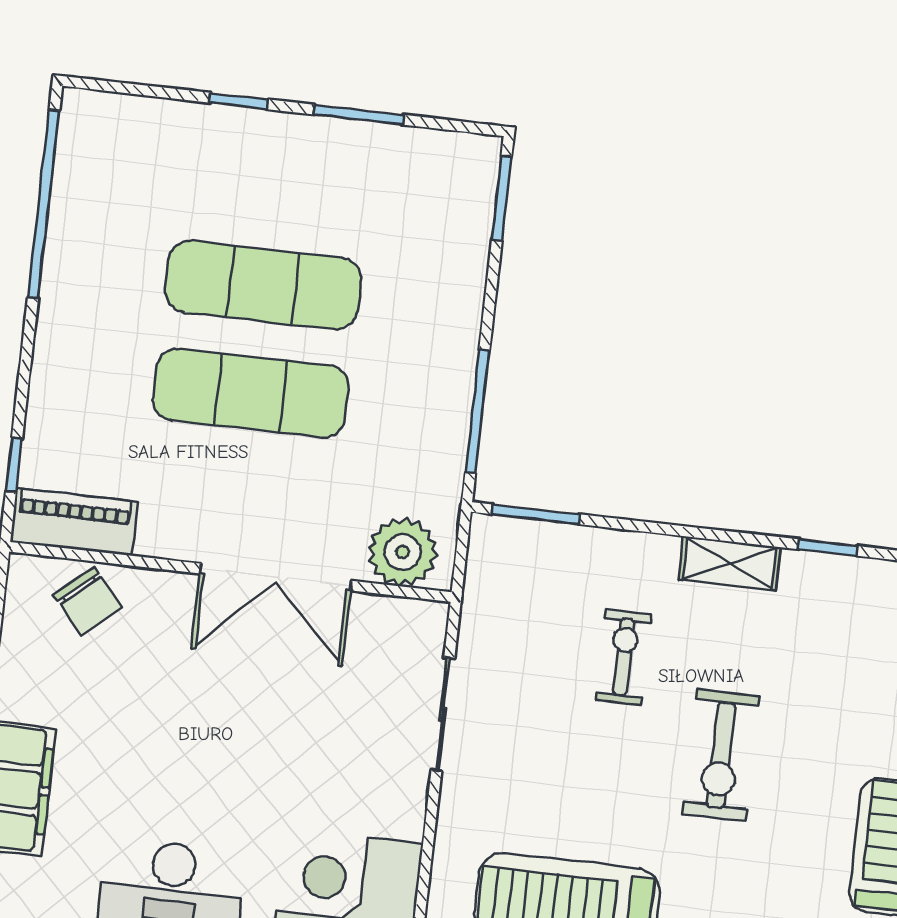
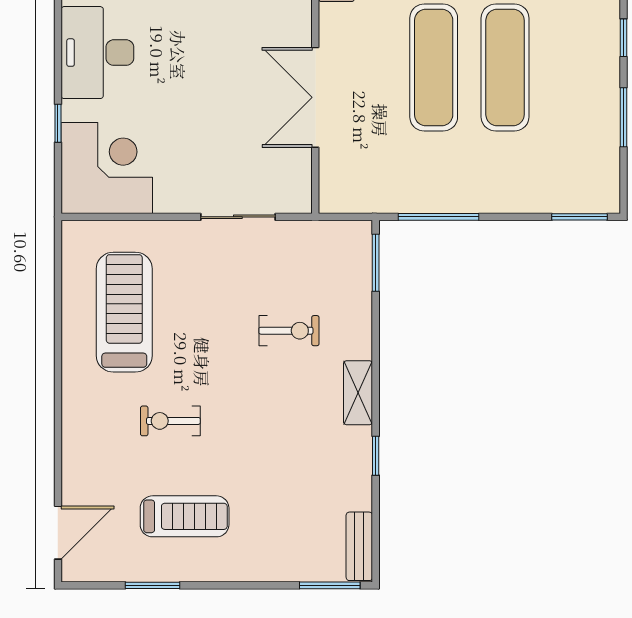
plant: (403, 552) -> (341, 178), removed
exercise bike: (721, 755) -> (170, 421), moved, width x0.73, depth x0.72

